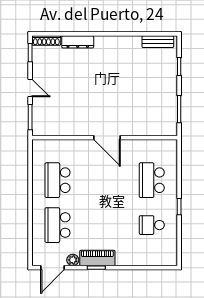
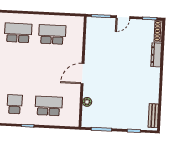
plant: (144, 130) -> (87, 102), added

